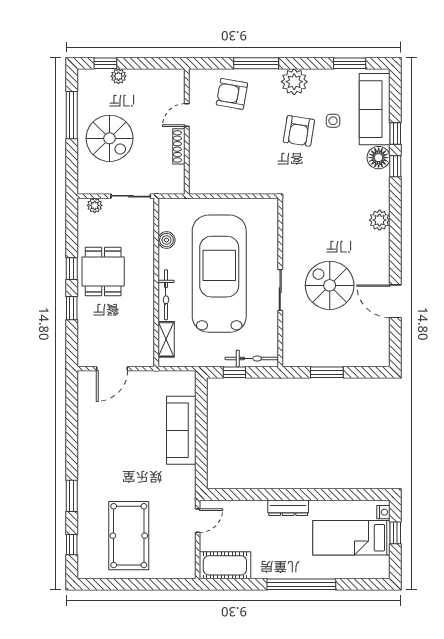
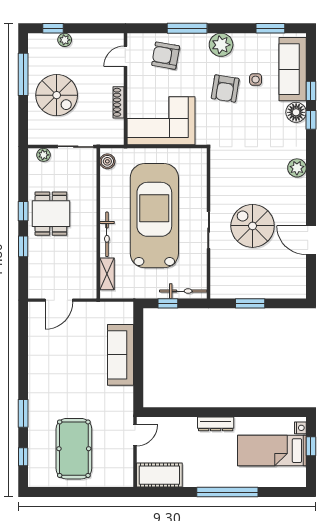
door: (187, 115) -> (125, 56), moved
corner sofa: (227, 167) -> (161, 121), added
boiler: (166, 240) -> (107, 161), moved

